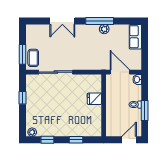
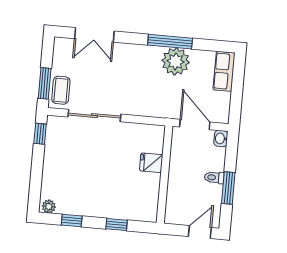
double door: (62, 21) -> (94, 35), moved
plant: (104, 29) -> (176, 61), width x1.87, depth x1.87
window: (23, 98) -> (40, 134), moved

